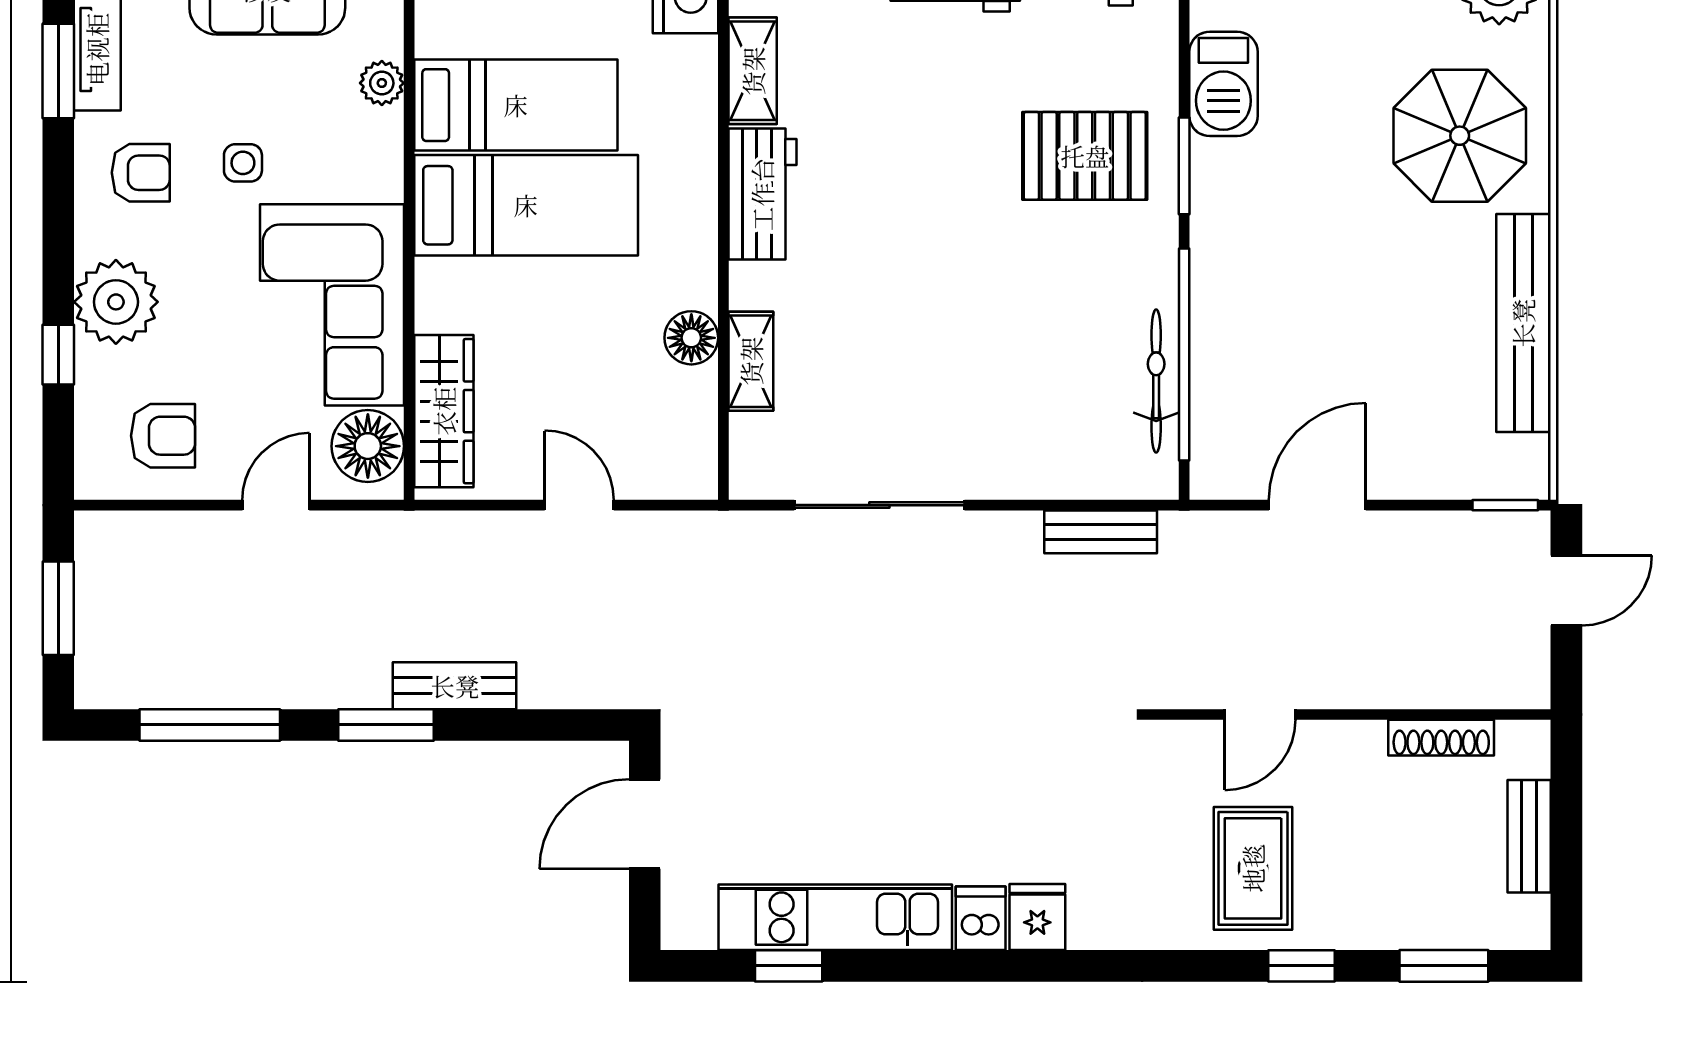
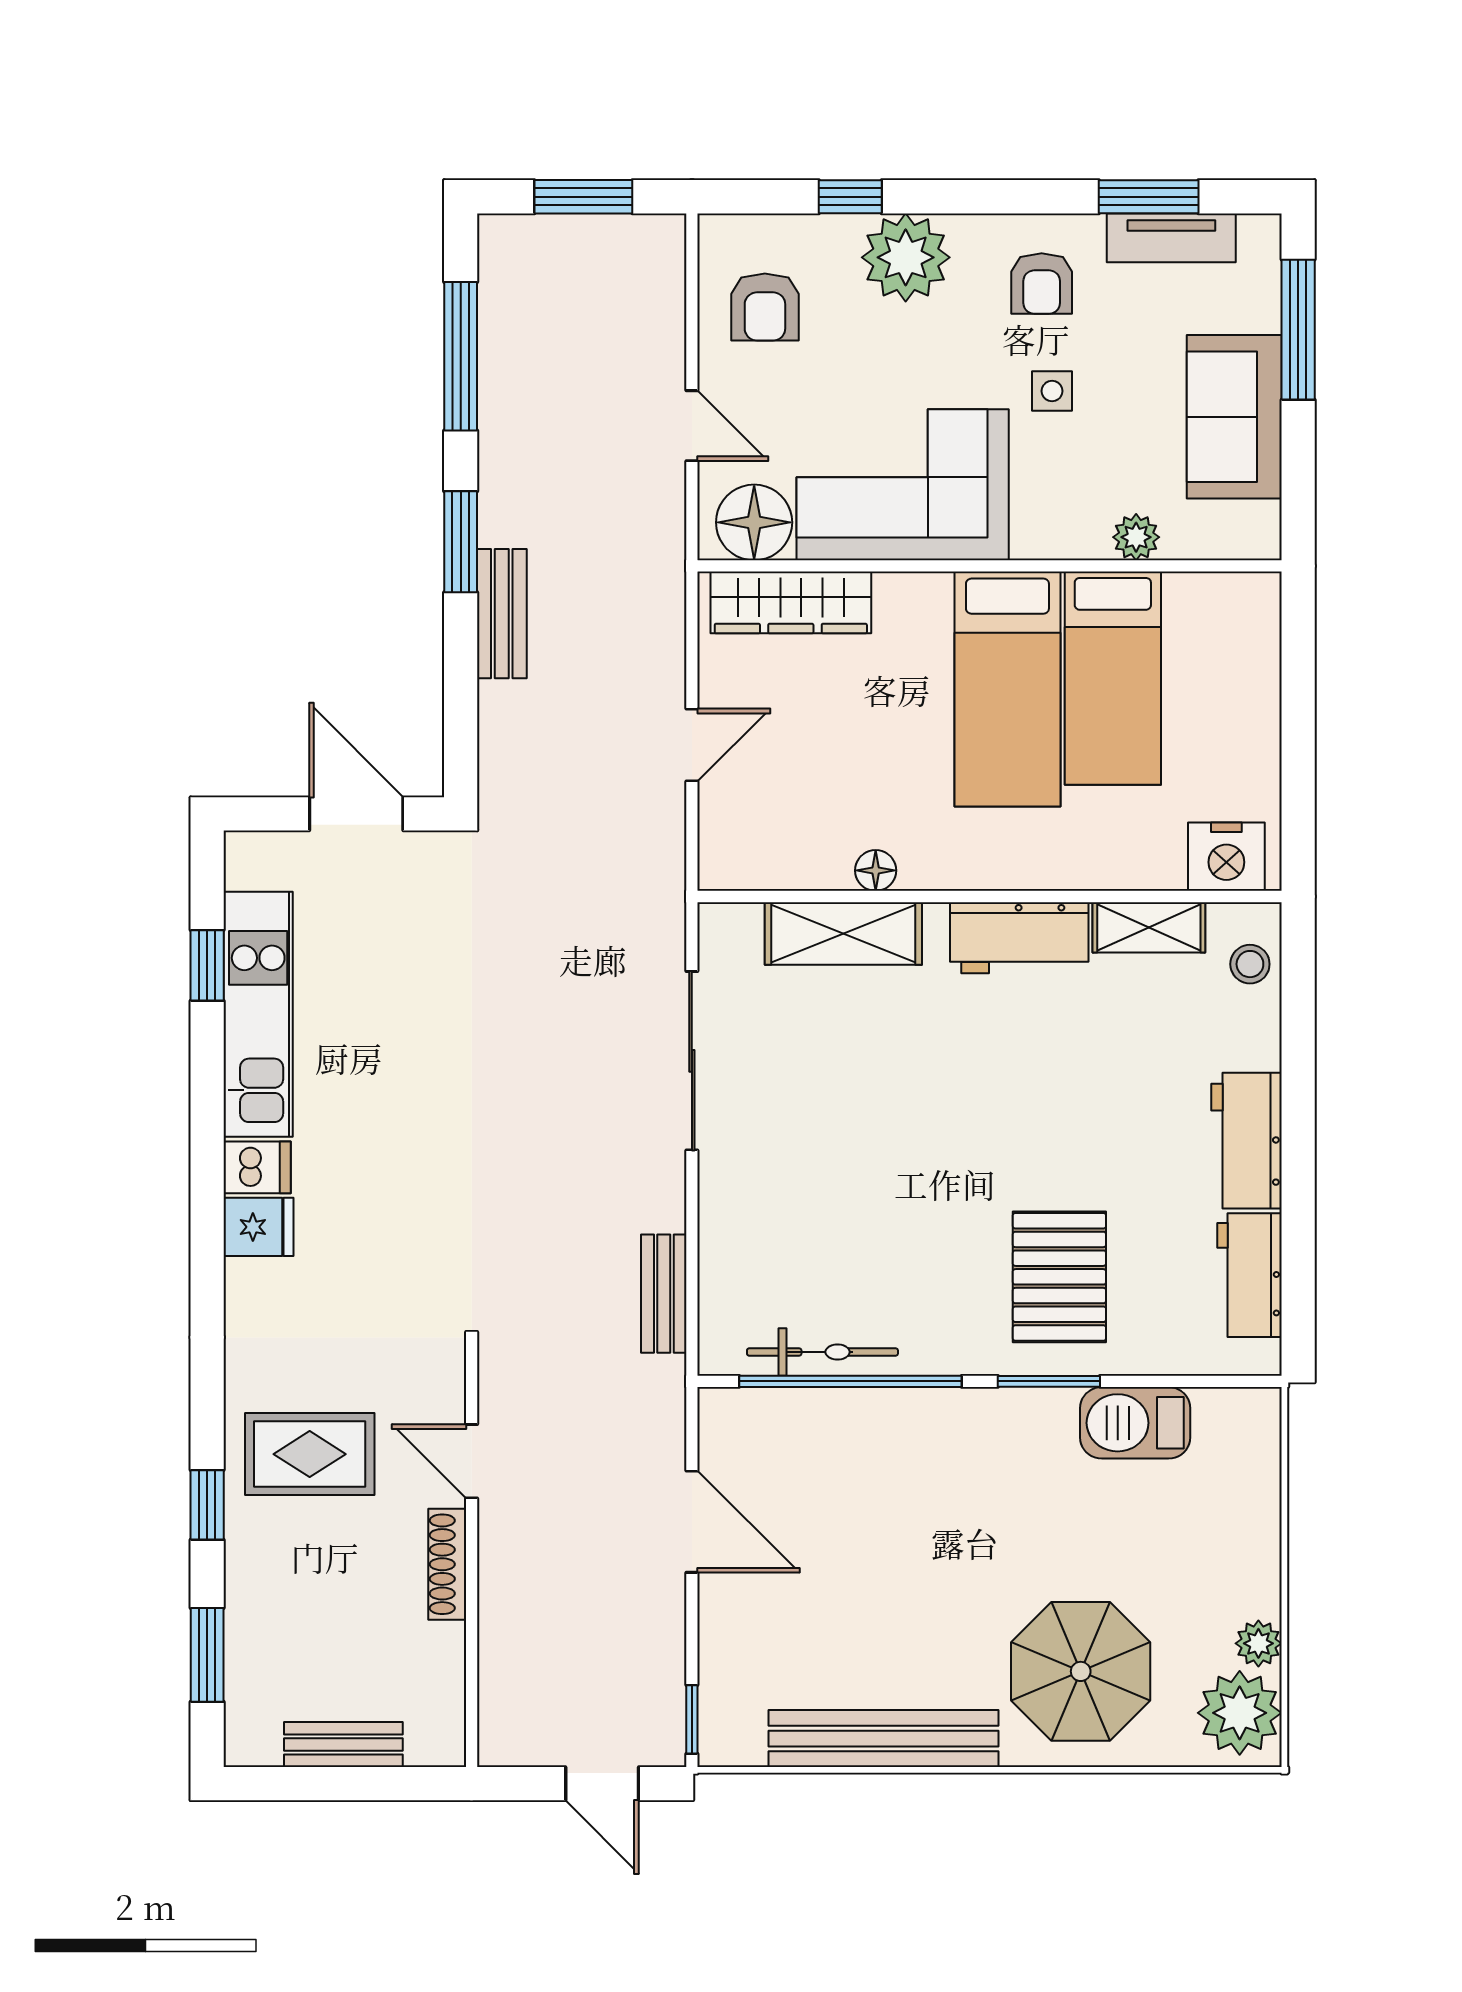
floor lamp: (691, 338) -> (876, 870), width x0.73, depth x0.73
shelving: (751, 361) -> (843, 933), width x1.50, depth x1.33
shoe rack: (1441, 738) -> (447, 1564), moved

